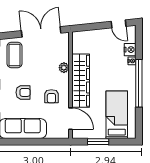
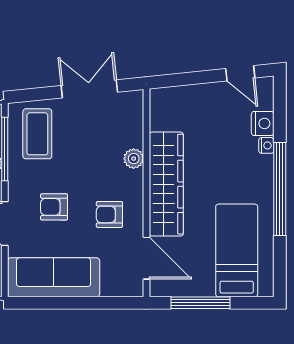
double door: (41, 32) -> (89, 89), width x0.73
armchair: (23, 92) -> (54, 207), turned 180
armchair: (51, 96) -> (109, 214), turned 90
window: (98, 142) -> (201, 303), width x1.44

